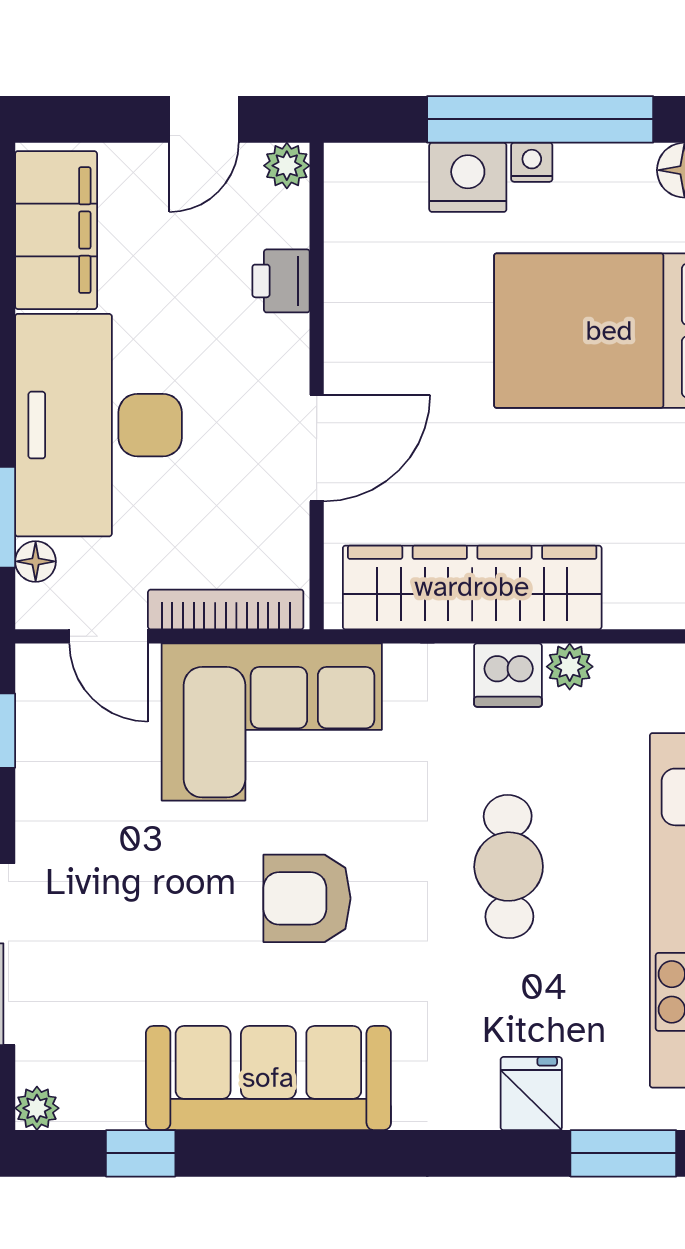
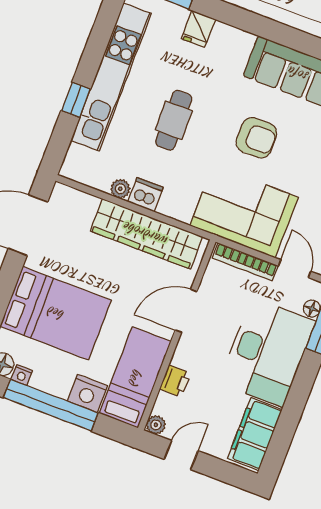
nightstand: (532, 162) -> (22, 375), moved
bed: (374, 255) -> (135, 377), added

